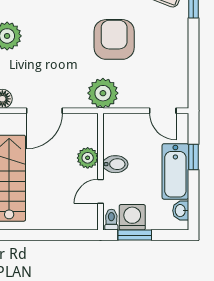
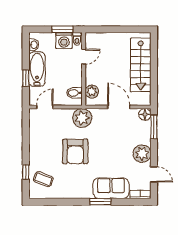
door: (44, 111) -> (119, 107), hinge flipped
door: (163, 111) -> (45, 107), hinge flipped
plant: (88, 158) -> (92, 92), moved
bidet: (115, 164) -> (74, 93), moved

